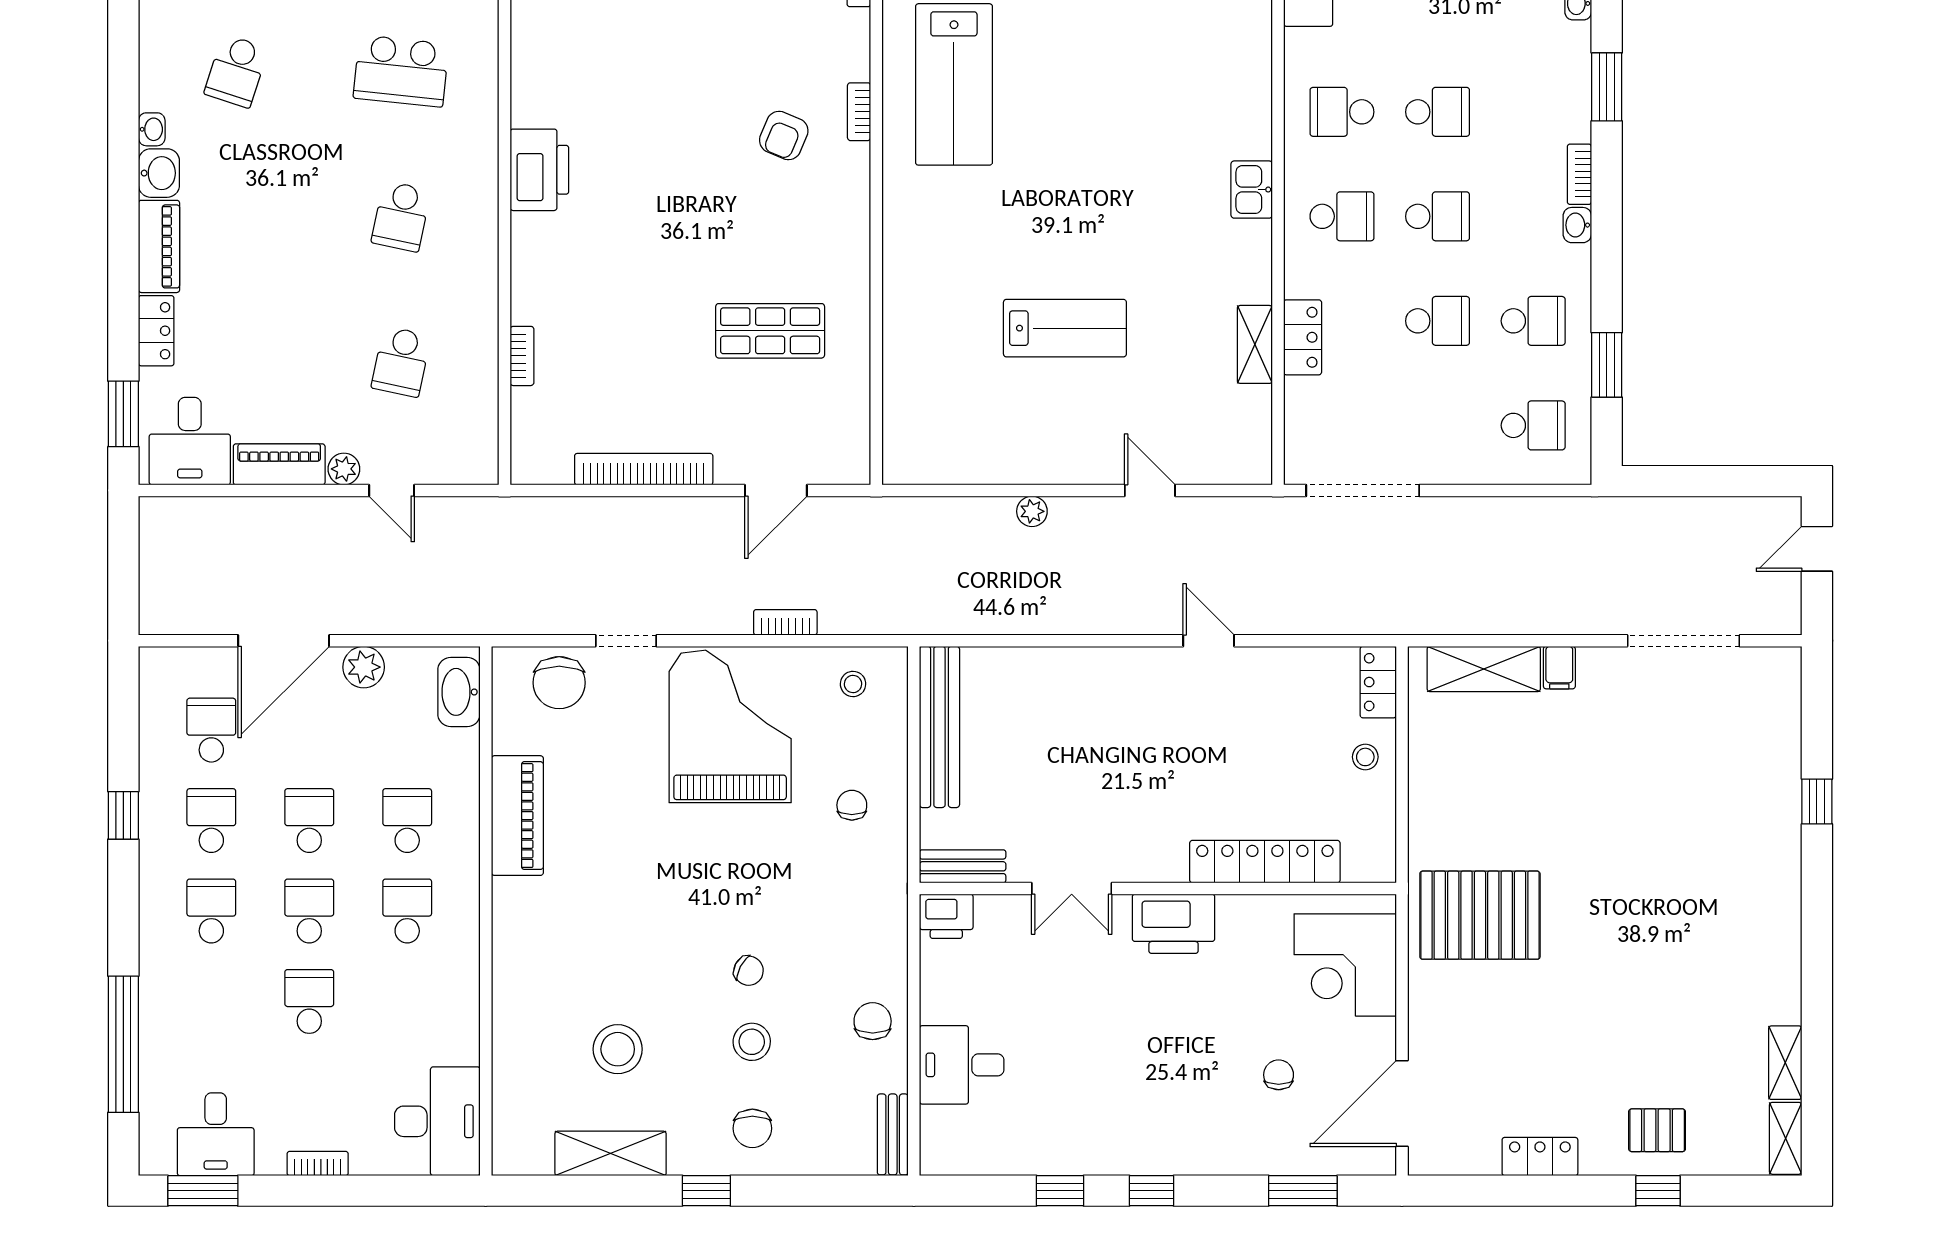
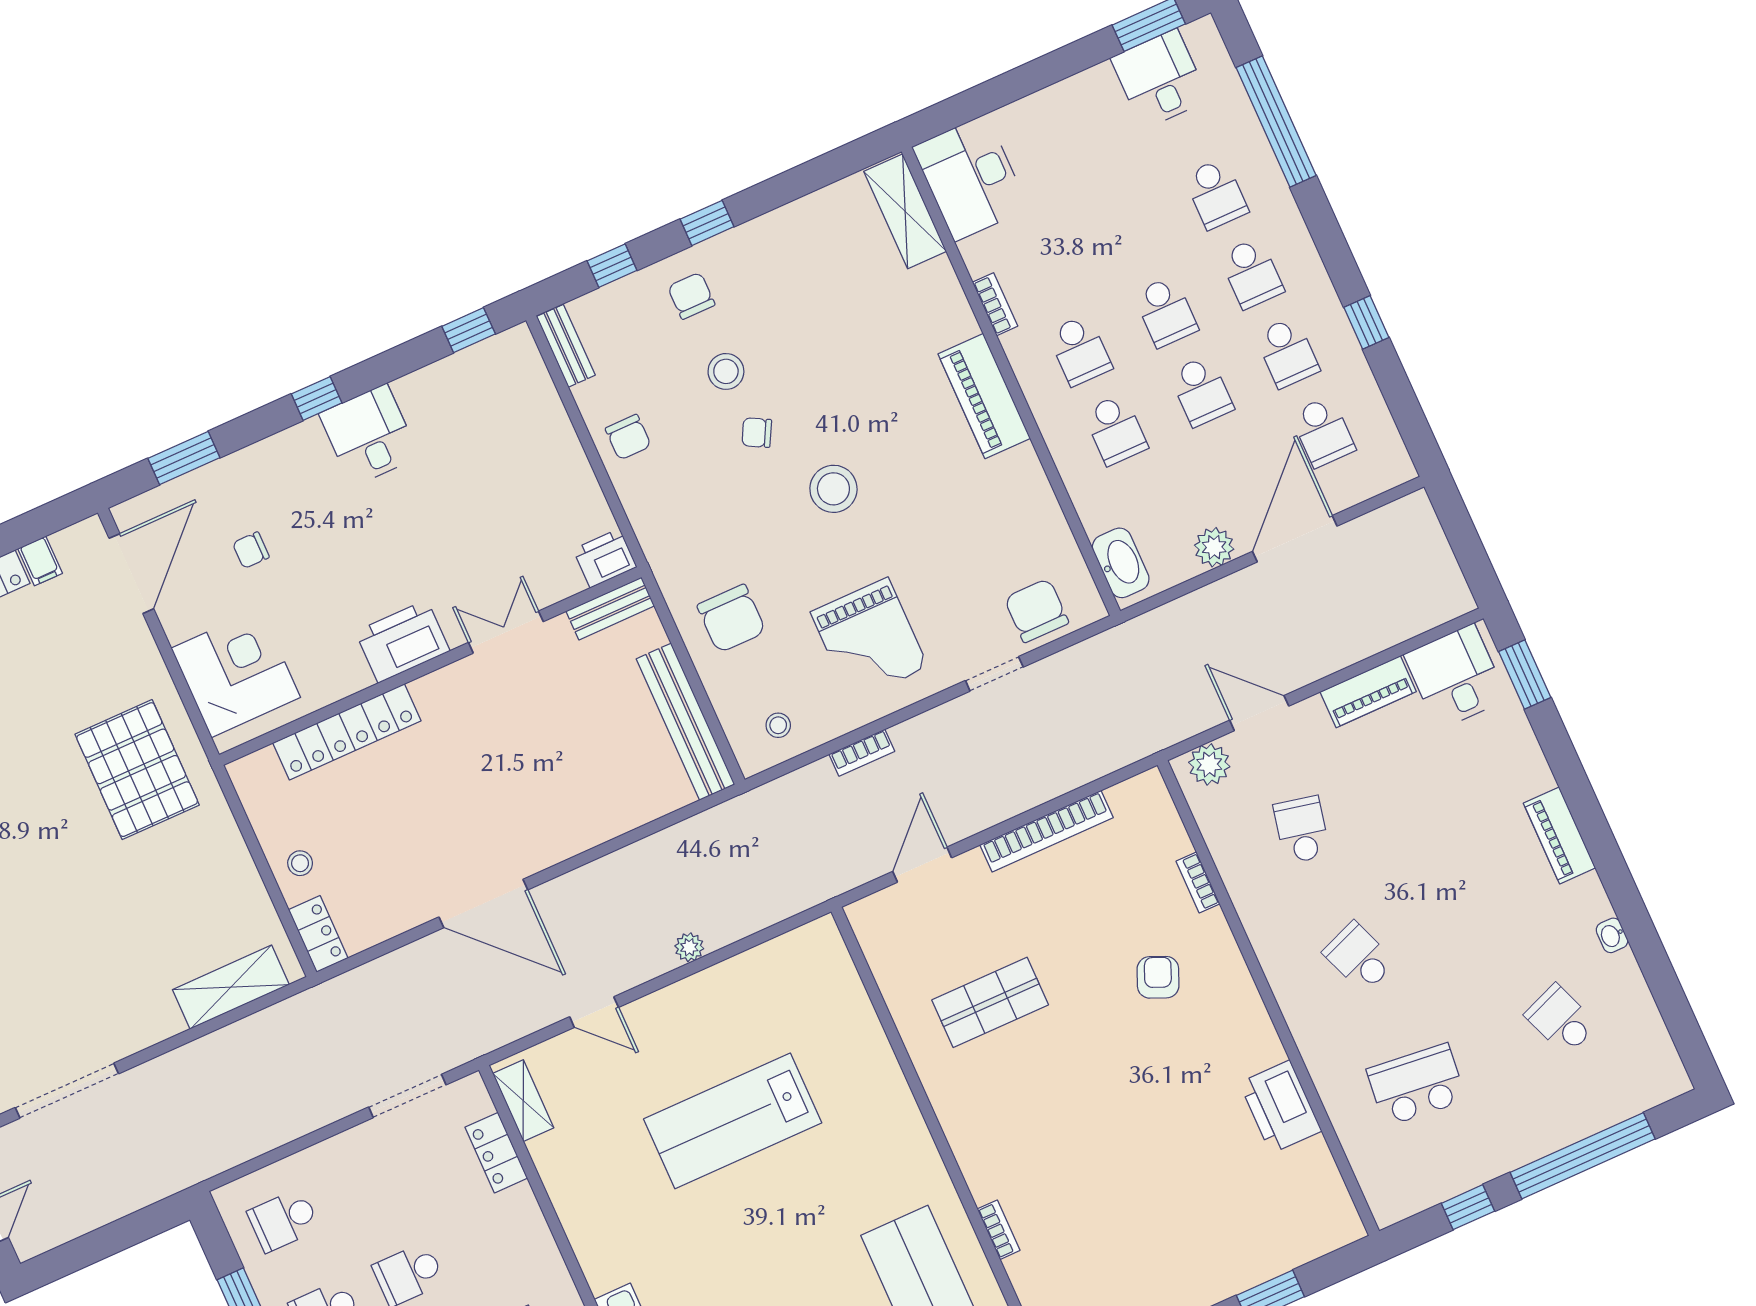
school desk: (236, 71) -> (1561, 1020), turned -39
armchair: (784, 135) -> (1158, 977), moved
printer: (539, 170) -> (1280, 1107), moved
washbasin: (159, 173) -> (1588, 900), removed
school desk: (401, 216) -> (1359, 957), turned -33
lab bench: (1065, 328) -> (733, 1121), width x1.36, depth x1.39
locker: (156, 331) -> (1529, 760), removed
locker: (1303, 337) -> (496, 1153), moved
shelving: (1255, 344) -> (523, 1101), moved
plant: (344, 469) -> (1209, 764), moved, width x1.38, depth x1.38
door: (392, 490) -> (1259, 713), width x1.38
doorway: (1363, 490) -> (407, 1096), width x0.73
door: (1209, 641) -> (483, 903), width x1.88
filing cabinet: (1559, 668) -> (40, 561), moved, turned 180
grand piano: (730, 726) -> (869, 640), width x0.73, depth x0.68
chair: (852, 805) -> (731, 618), width x1.87, depth x1.87
piano: (517, 816) -> (984, 396), moved
pallet: (1480, 915) -> (137, 770), turned 90
school desk: (309, 1001) -> (1216, 194), moved
stool: (618, 1049) -> (833, 489), moved
desk: (962, 1065) -> (369, 435), moved, turned -90
chair: (1279, 1075) -> (251, 550), turned 90
shelving: (611, 1153) -> (905, 211), moved, turned 90
bookcase: (318, 1163) -> (995, 304), moved, turned -90
window: (815, 1191) -> (612, 266), added
window: (1060, 1191) -> (469, 330), moved

